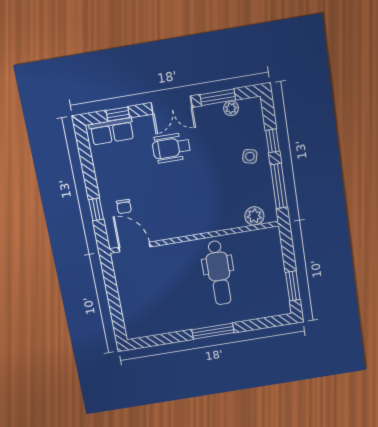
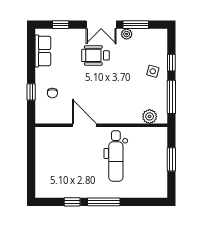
plant: (231, 108) -> (127, 34), moved
row of seats: (112, 131) -> (43, 51), moved, turned -90
door: (134, 247) -> (84, 125), moved
window: (293, 286) -> (171, 159), moved
window: (174, 337) -> (72, 202), added

